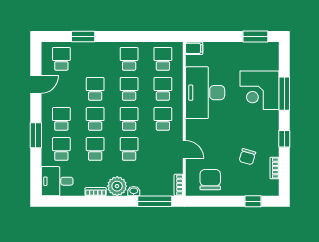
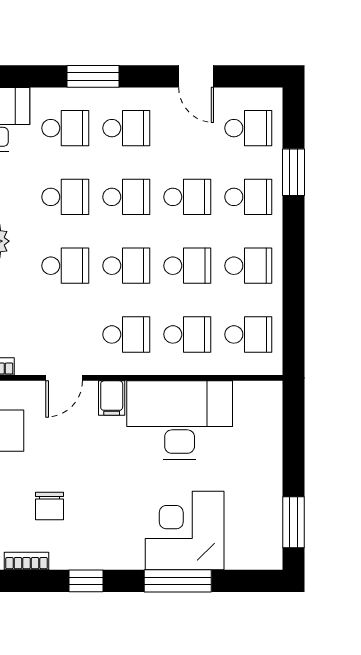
filing cabinet: (194, 48) -> (112, 398), moved
school desk: (95, 59) -> (248, 197), added
chair: (247, 157) -> (49, 506), turned -106

